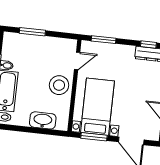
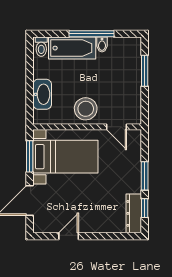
window: (104, 40) -> (145, 176), moved

